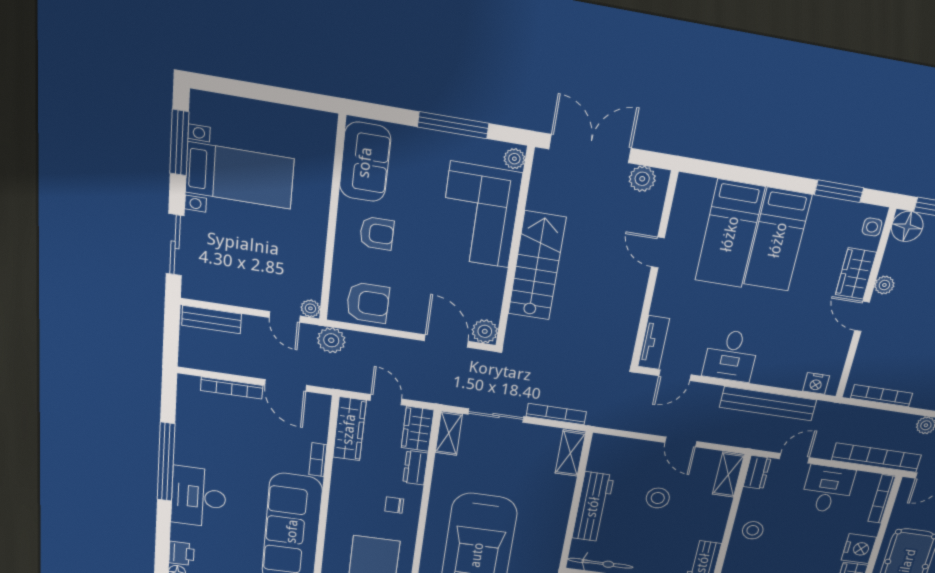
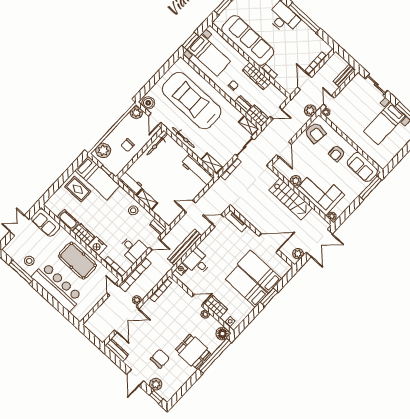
window: (453, 125) -> (370, 188), moved
window: (839, 191) -> (269, 297), moved
door: (658, 252) -> (269, 243), width x1.88
armchair: (368, 303) -> (315, 133), turned -83
door: (285, 317) -> (329, 101), hinge flipped
plant: (485, 331) -> (296, 181), moved
door: (446, 341) -> (284, 150), hinge flipped
desk: (731, 356) -> (197, 262), moved
door: (675, 375) -> (218, 221), hinge flipped
door: (285, 385) -> (305, 82), hinge flipped
wardrobe: (349, 429) -> (257, 76), moved
door: (794, 458) -> (155, 244), hinge flipped
shelving: (728, 475) -> (147, 200), moved
stool: (658, 498) -> (171, 183), removed
workbench: (593, 507) -> (198, 170), moved
bicycle: (556, 529) -> (183, 137), added

